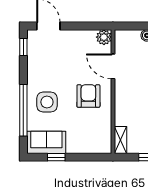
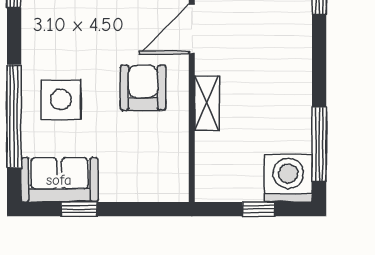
door: (113, 66) -> (192, 29), hinge flipped
shelving: (120, 140) -> (207, 103), moved

